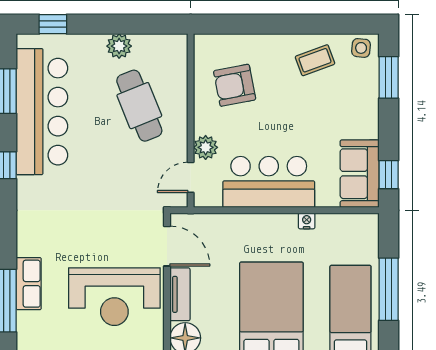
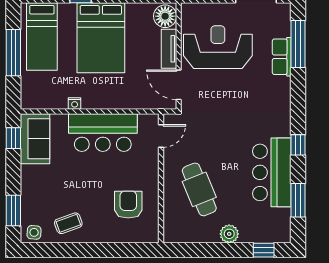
plant: (119, 46) -> (229, 234), moved
armchair: (235, 85) -> (128, 205), turned -79
bar counter: (42, 112) -> (272, 172), width x0.73
plant: (206, 147) -> (150, 158), removed

